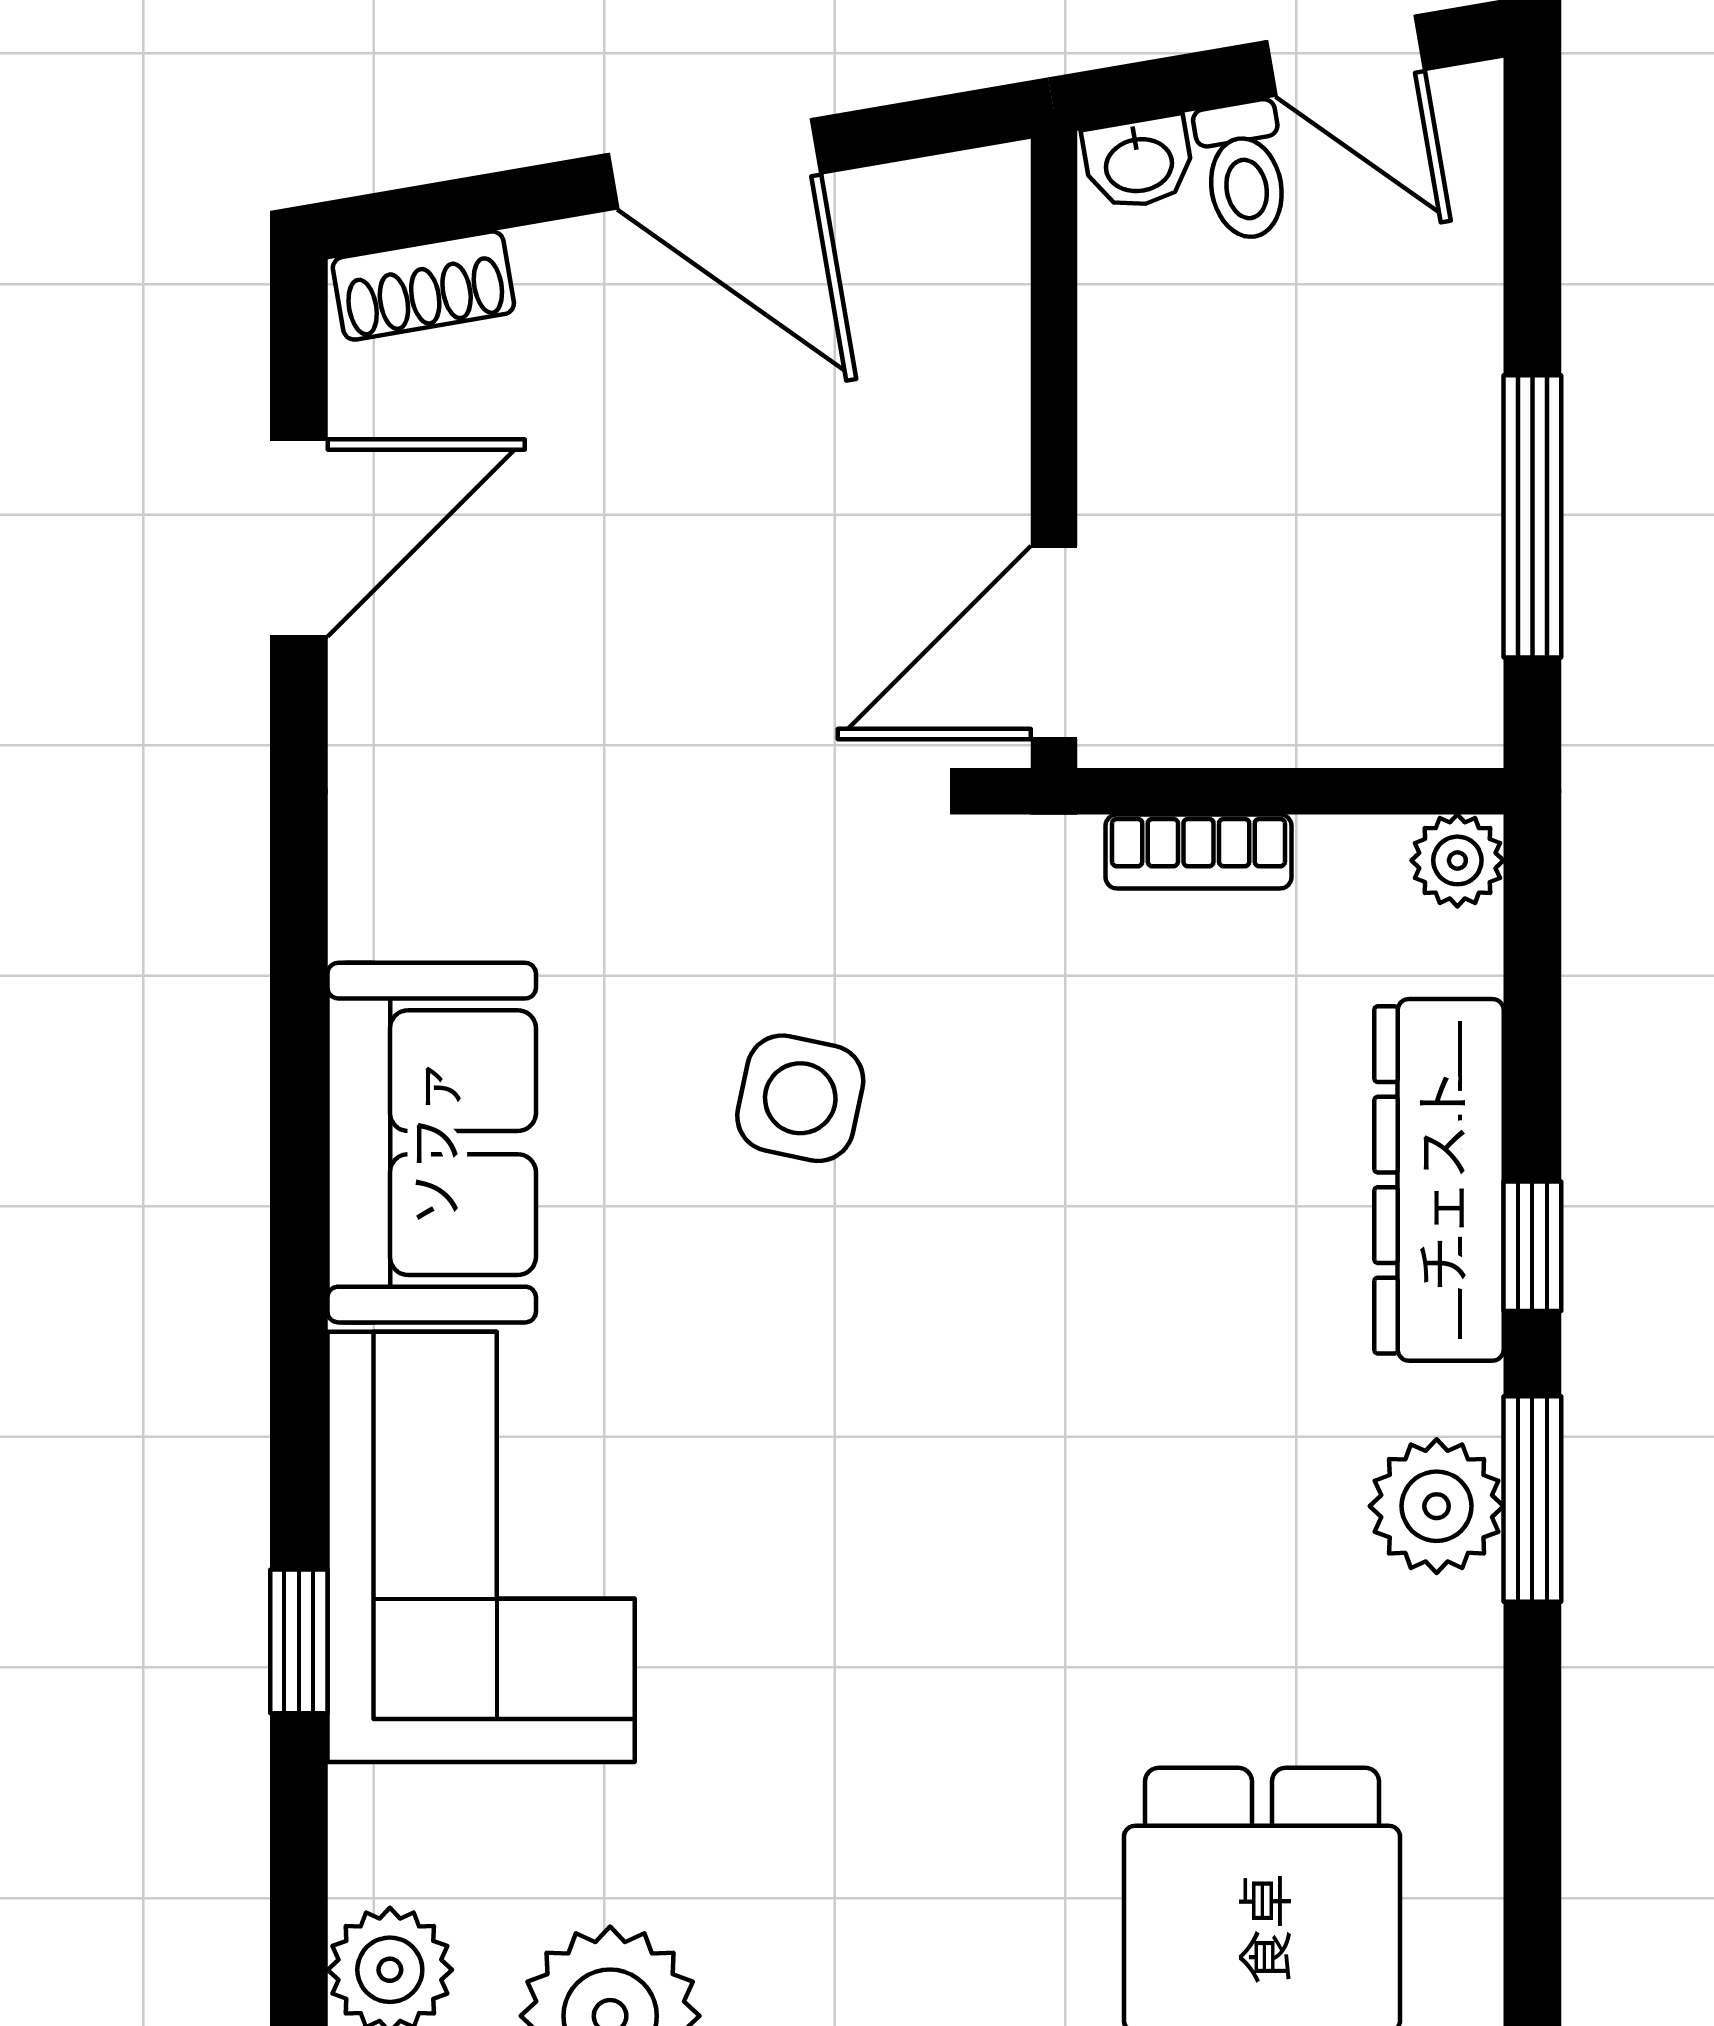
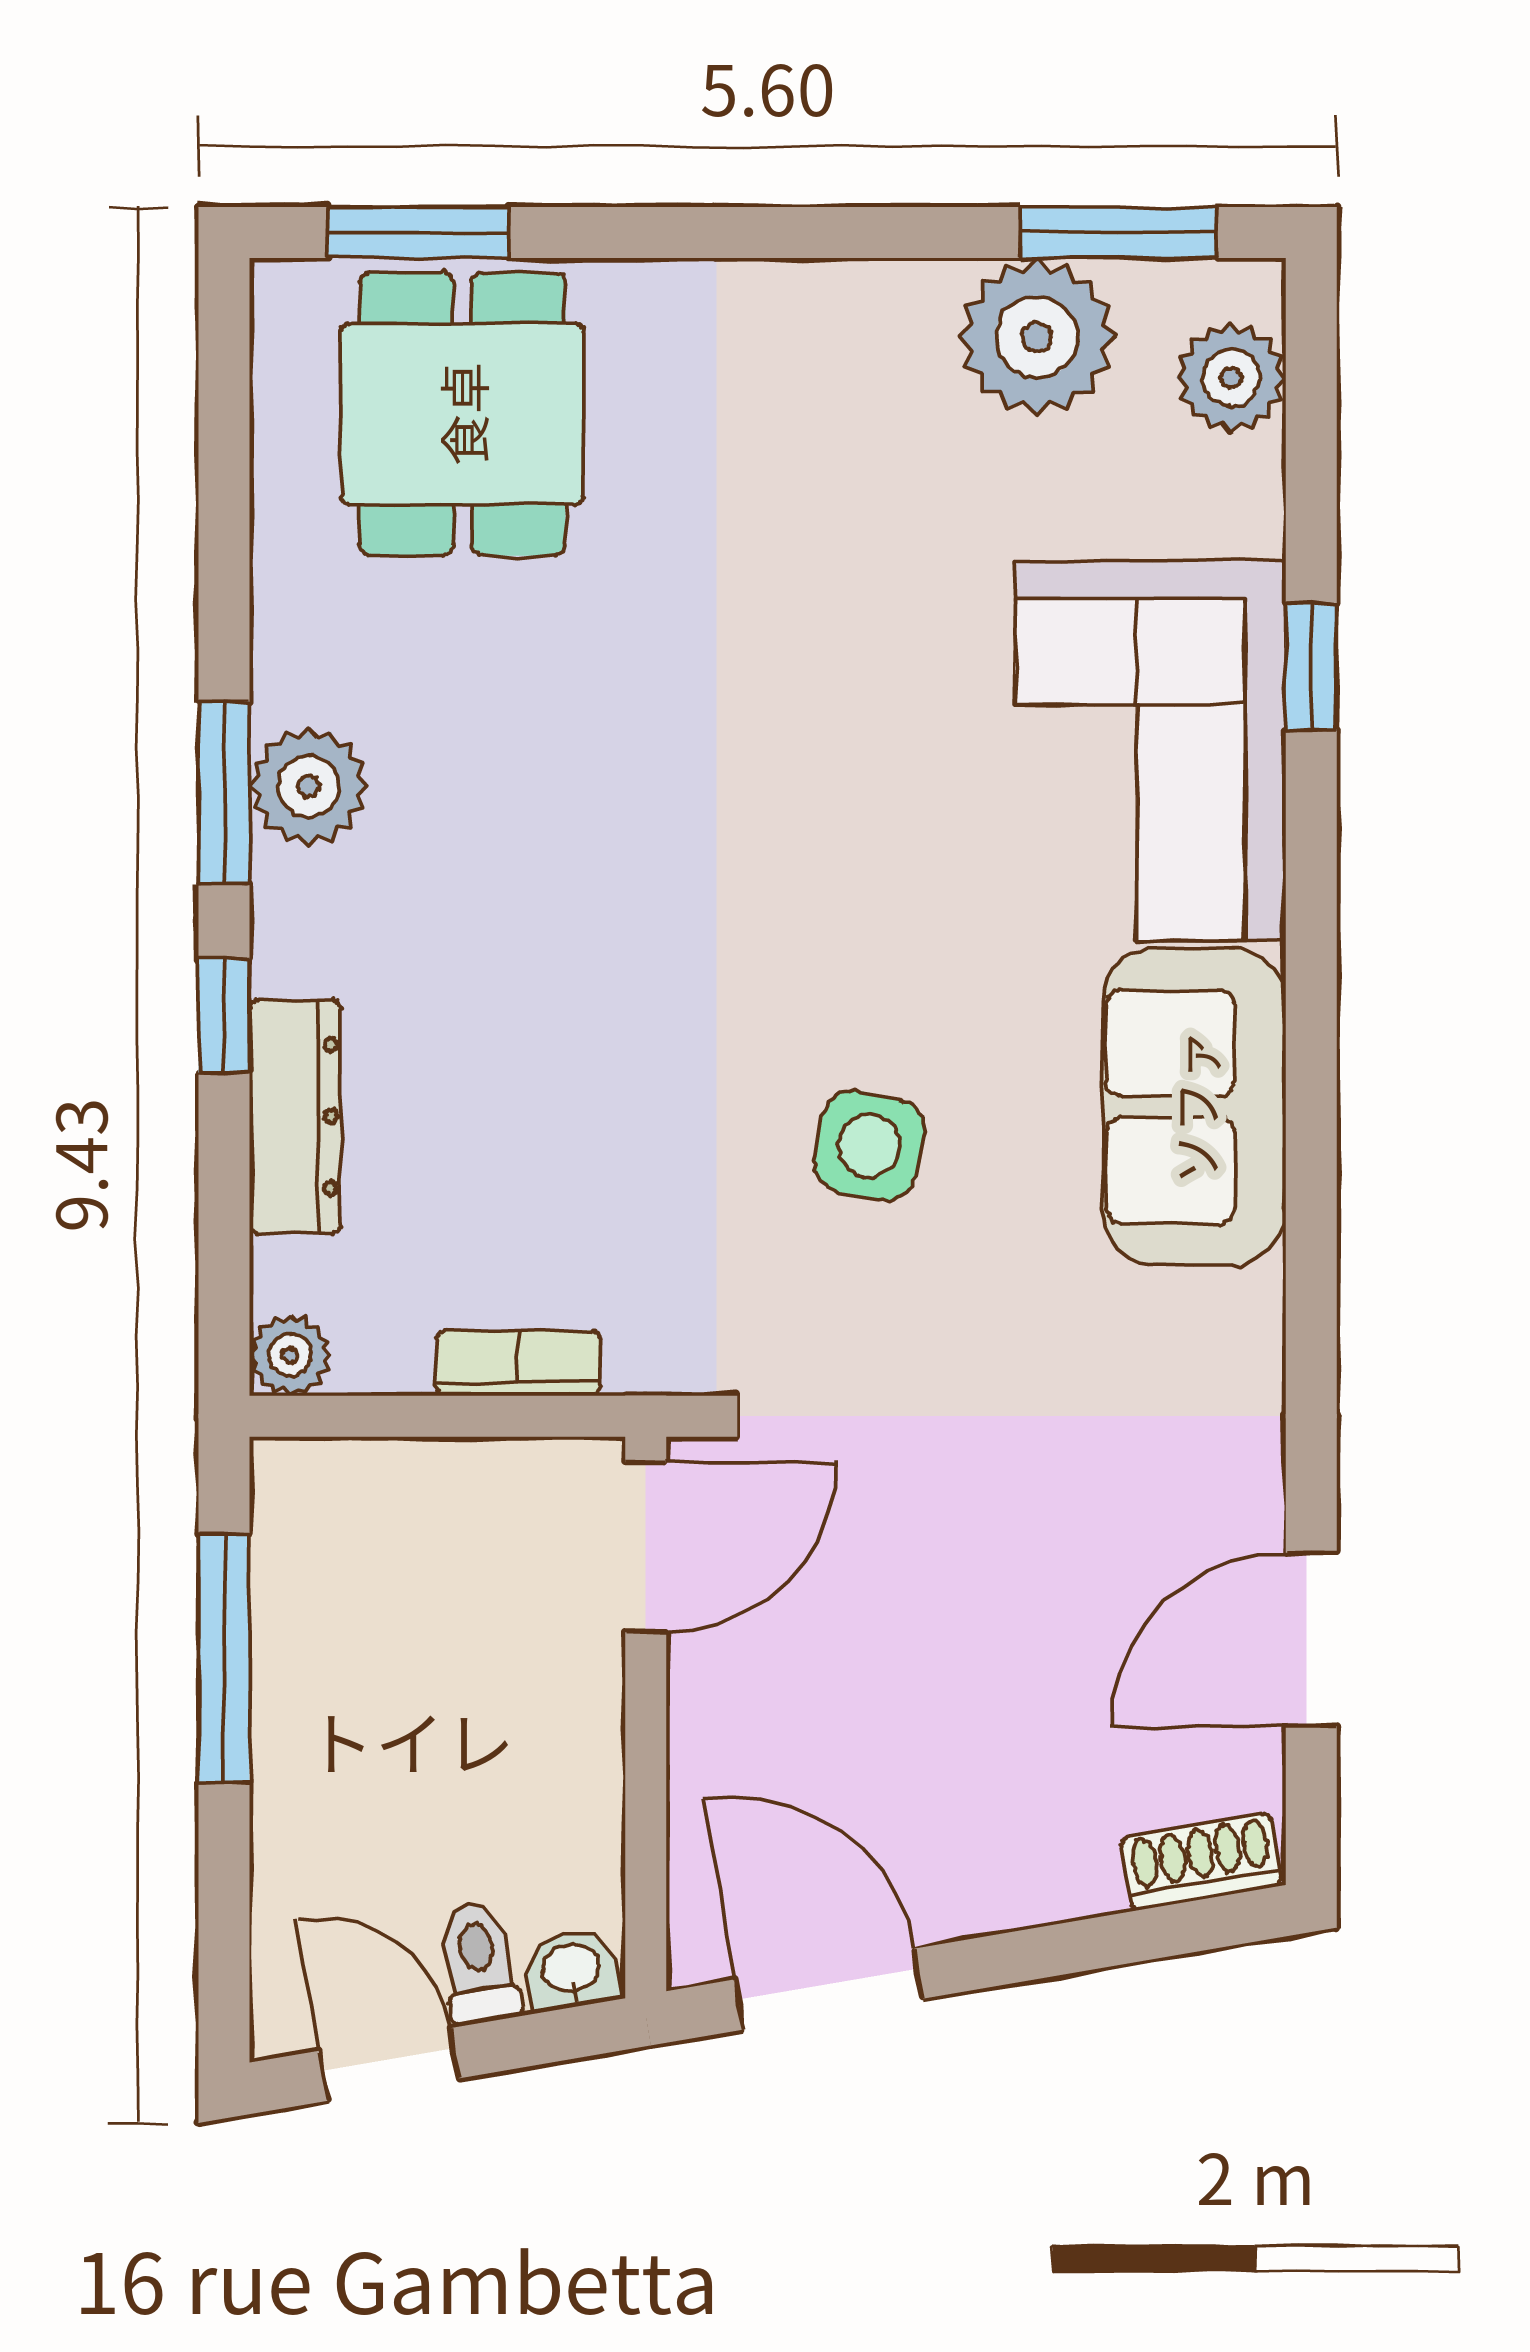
door: (714, 164) -> (829, 1989), moved
dresser: (1439, 1180) -> (295, 1116), width x0.73, depth x0.80

